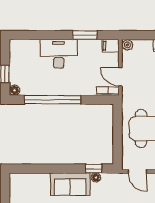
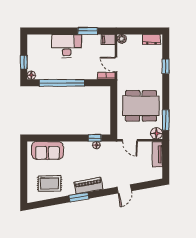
sofa: (70, 184) -> (47, 150), moved

